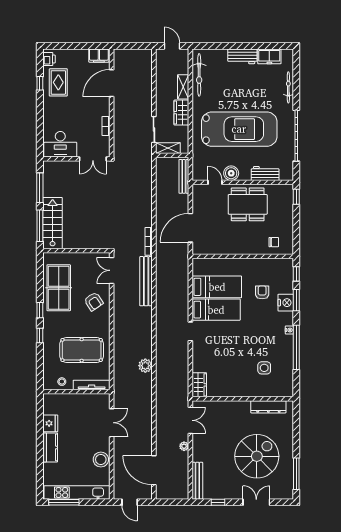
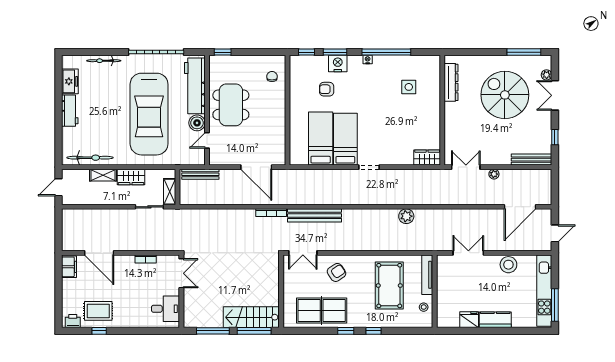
car: (239, 129) -> (149, 114), turned 180
desk: (60, 144) -> (165, 309), width x0.73
workbench: (265, 174) -> (195, 86), width x1.88, depth x1.32
plant: (275, 495) -> (547, 75), added

